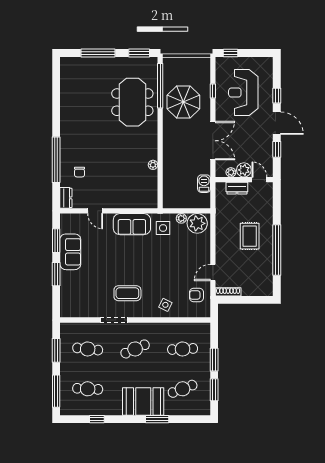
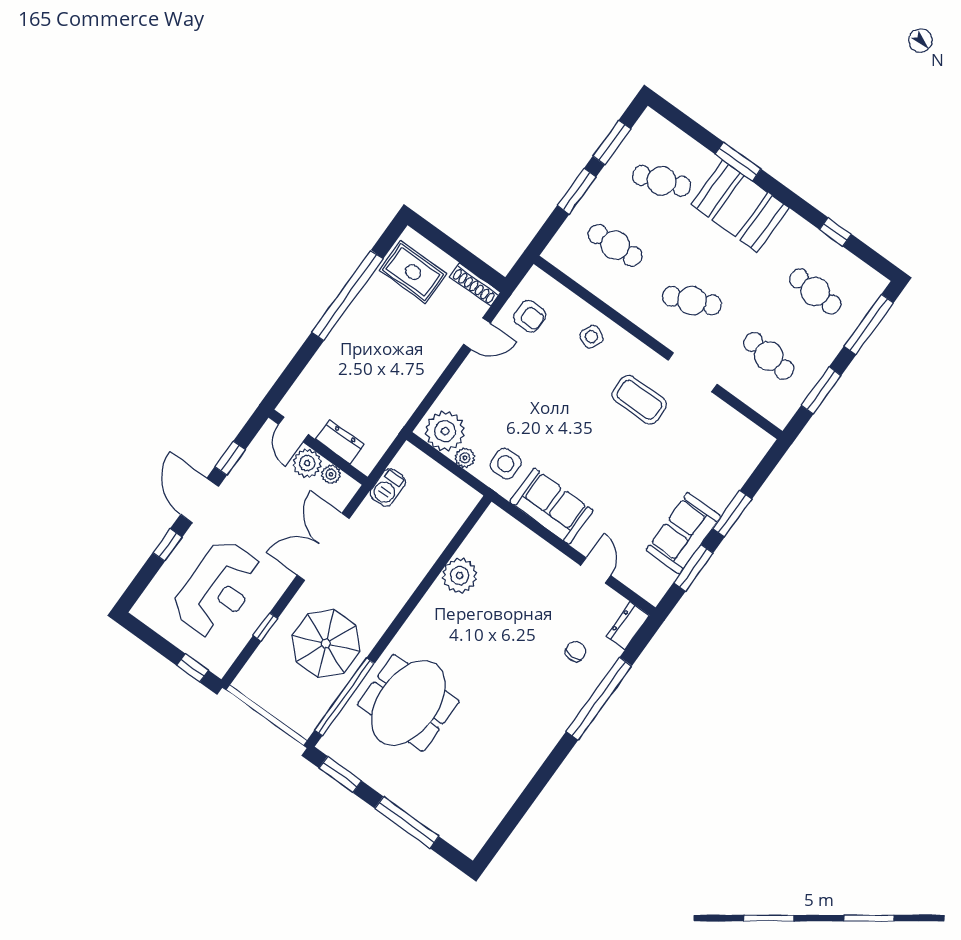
plant: (153, 165) -> (460, 576), width x1.87, depth x1.87
rug: (250, 236) -> (413, 272), moved, turned 90

